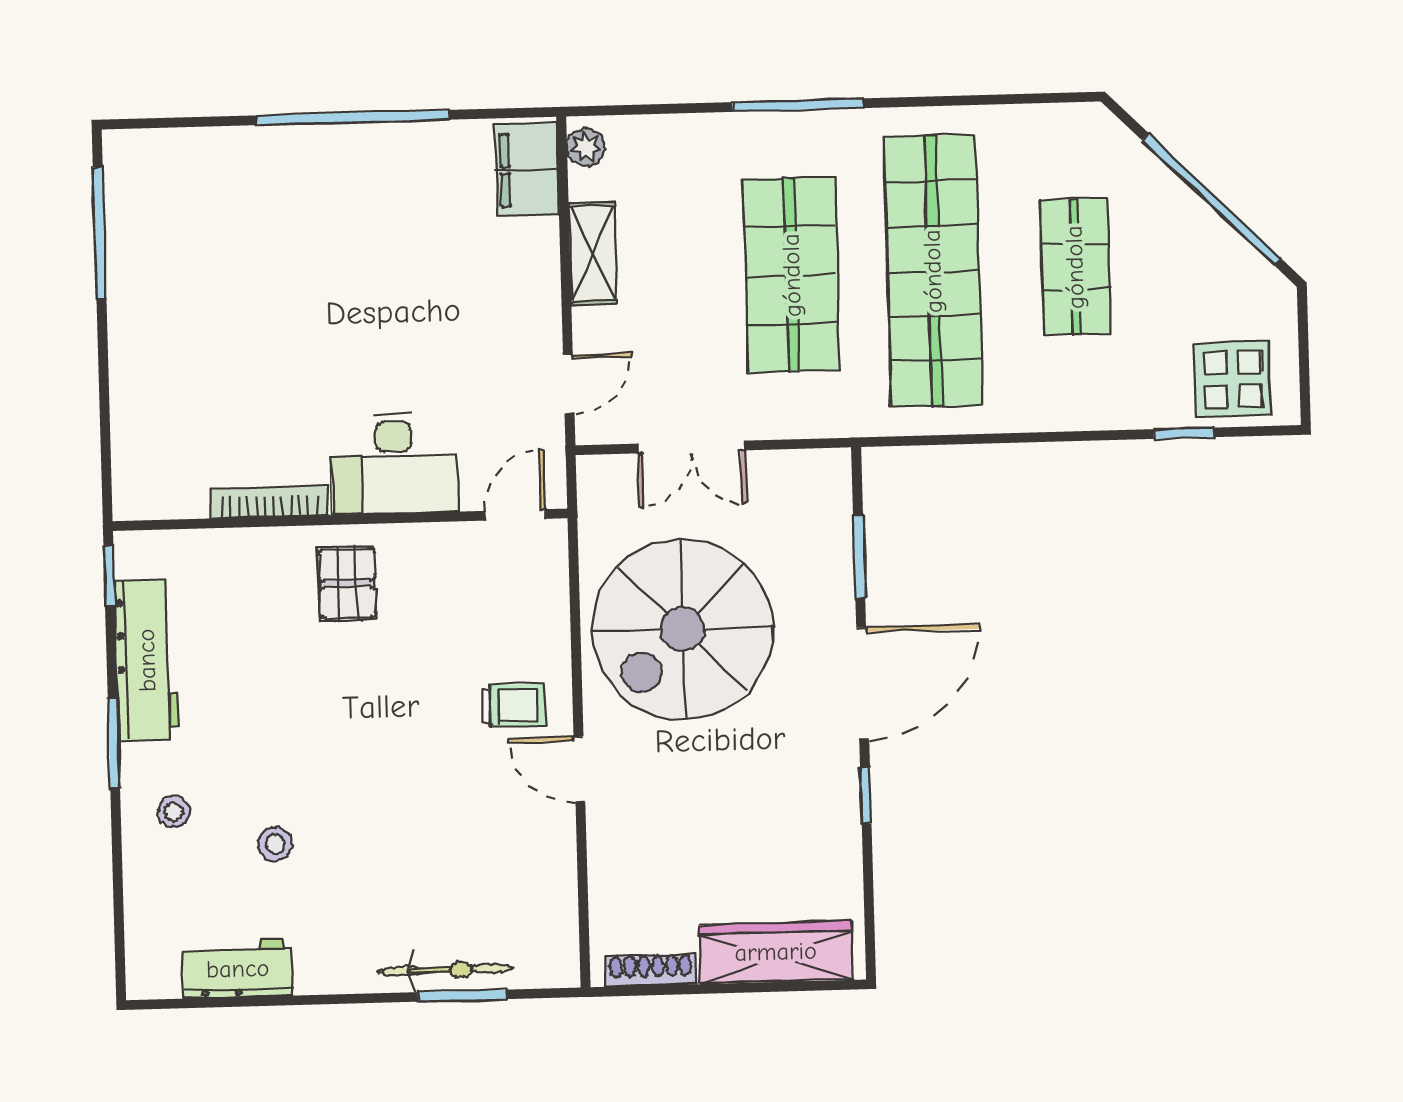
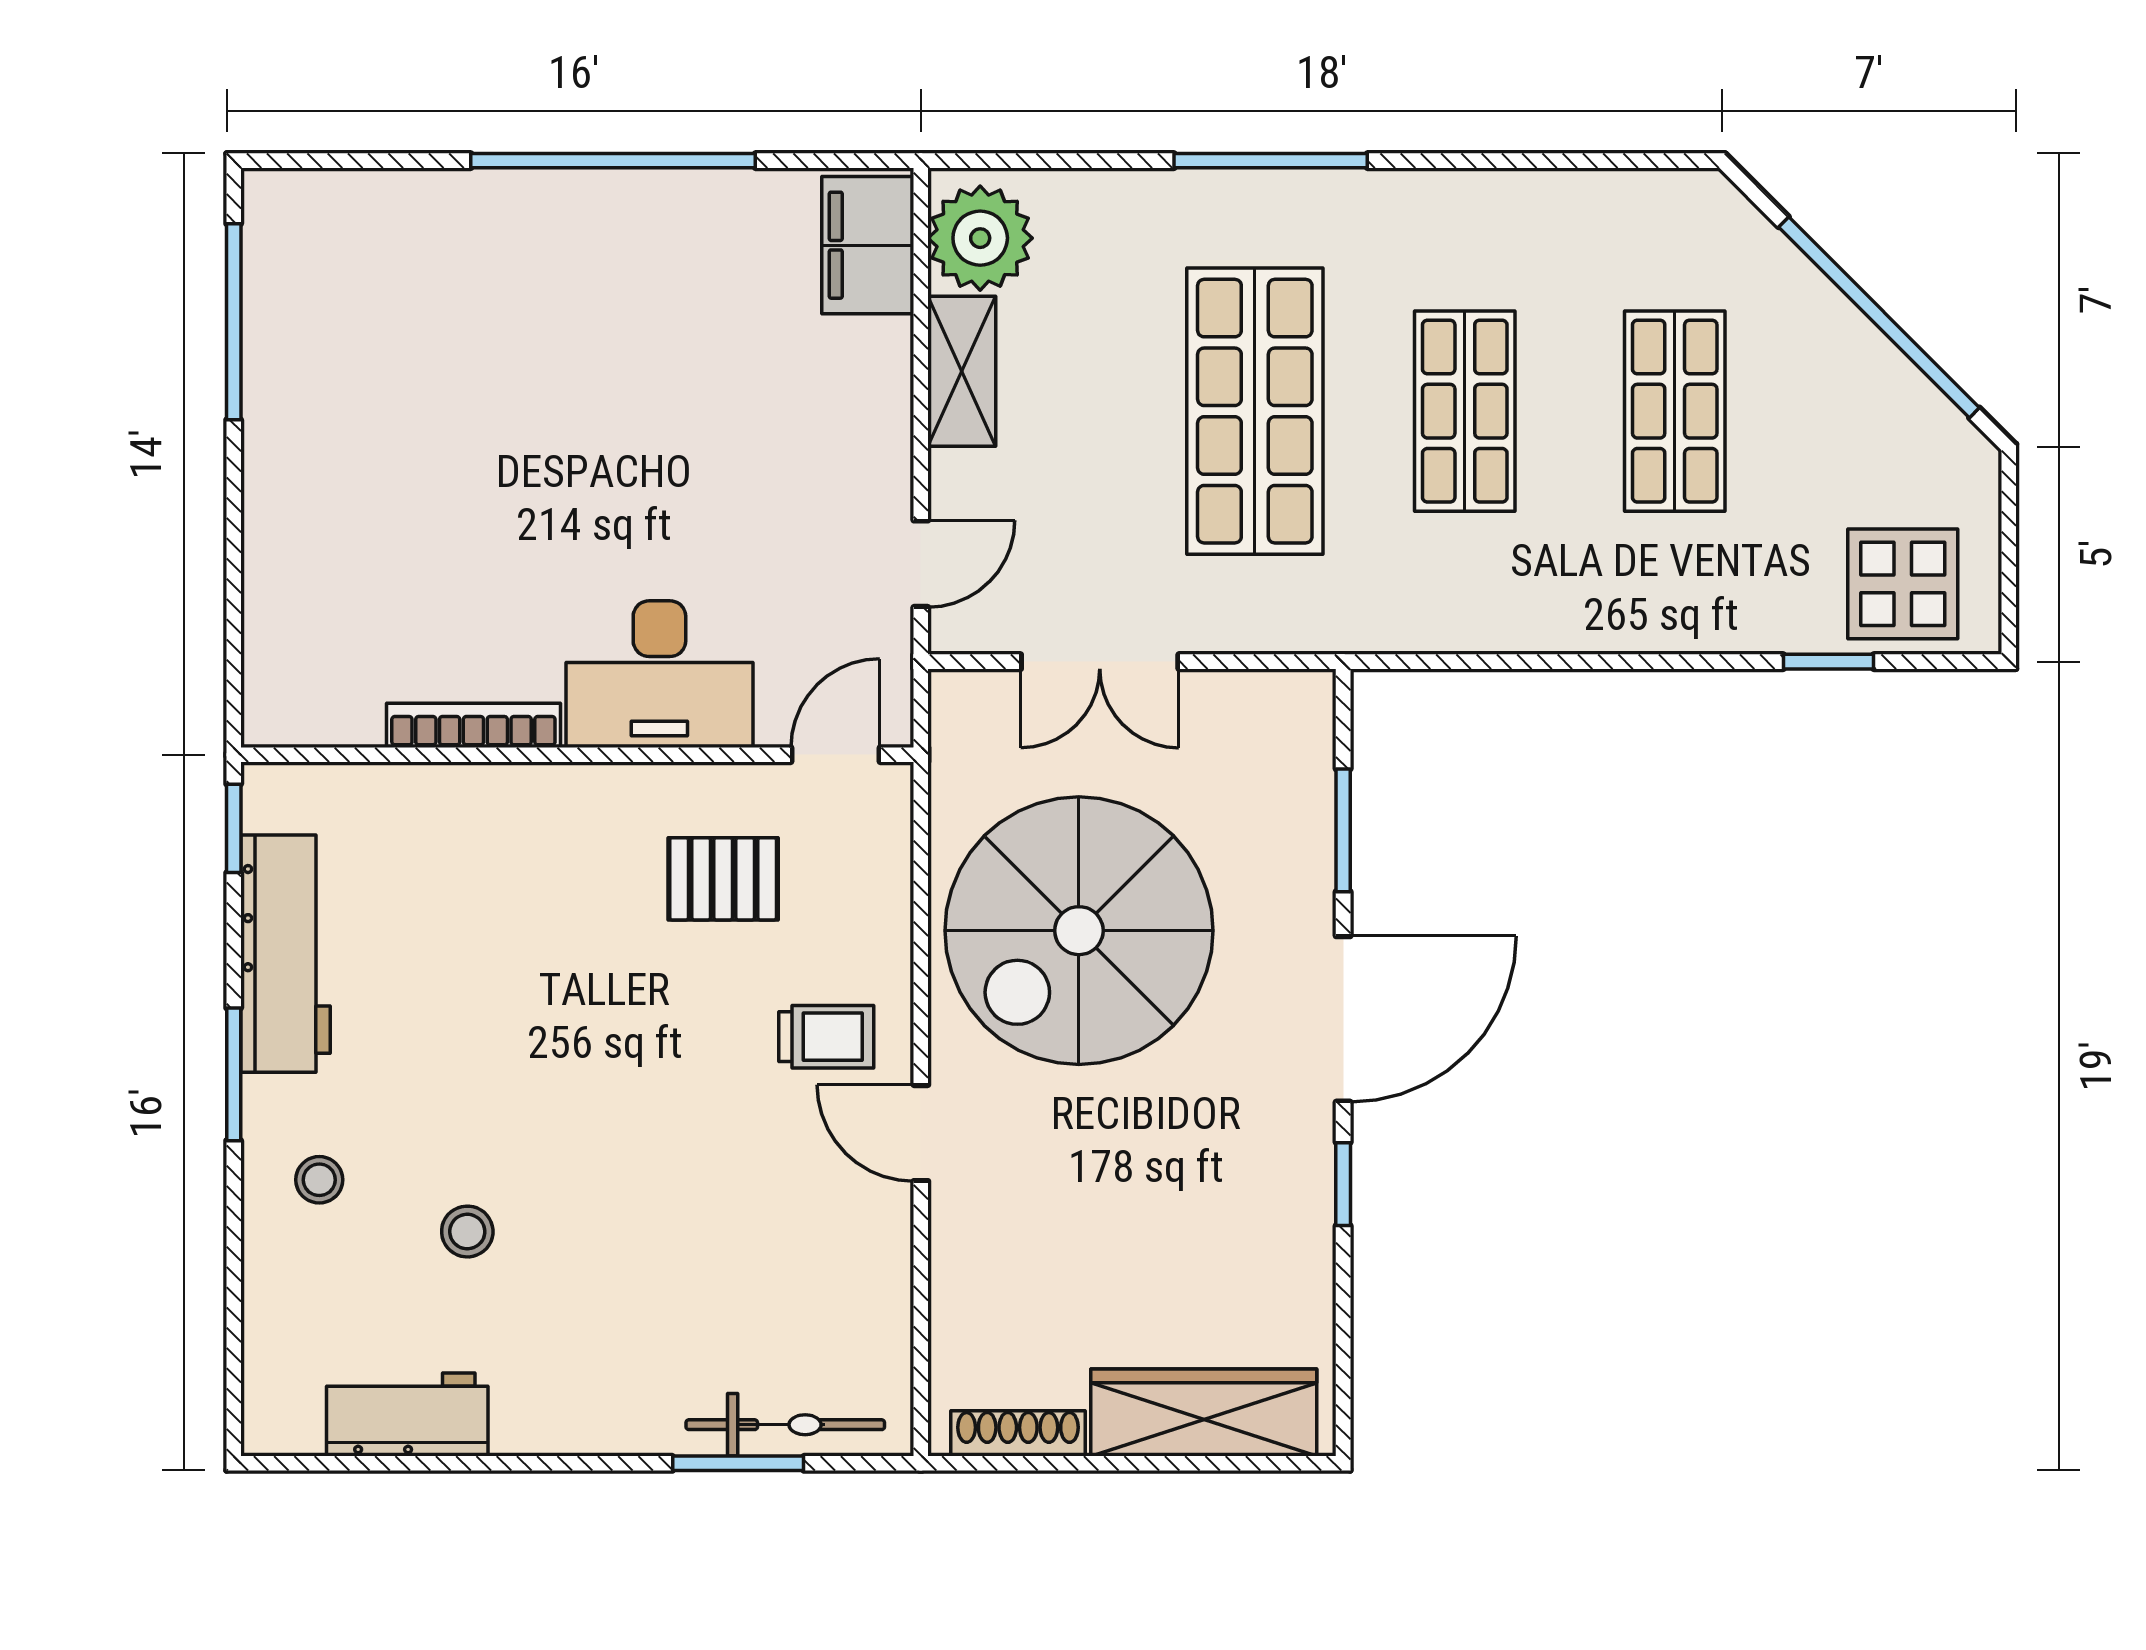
plant: (586, 147) -> (980, 238), width x1.88, depth x1.88
shop shelf: (933, 271) -> (1465, 411), width x0.50, depth x0.74
pallet: (347, 584) -> (723, 879), moved, turned 90
bicycle: (445, 970) -> (785, 1425), moved

